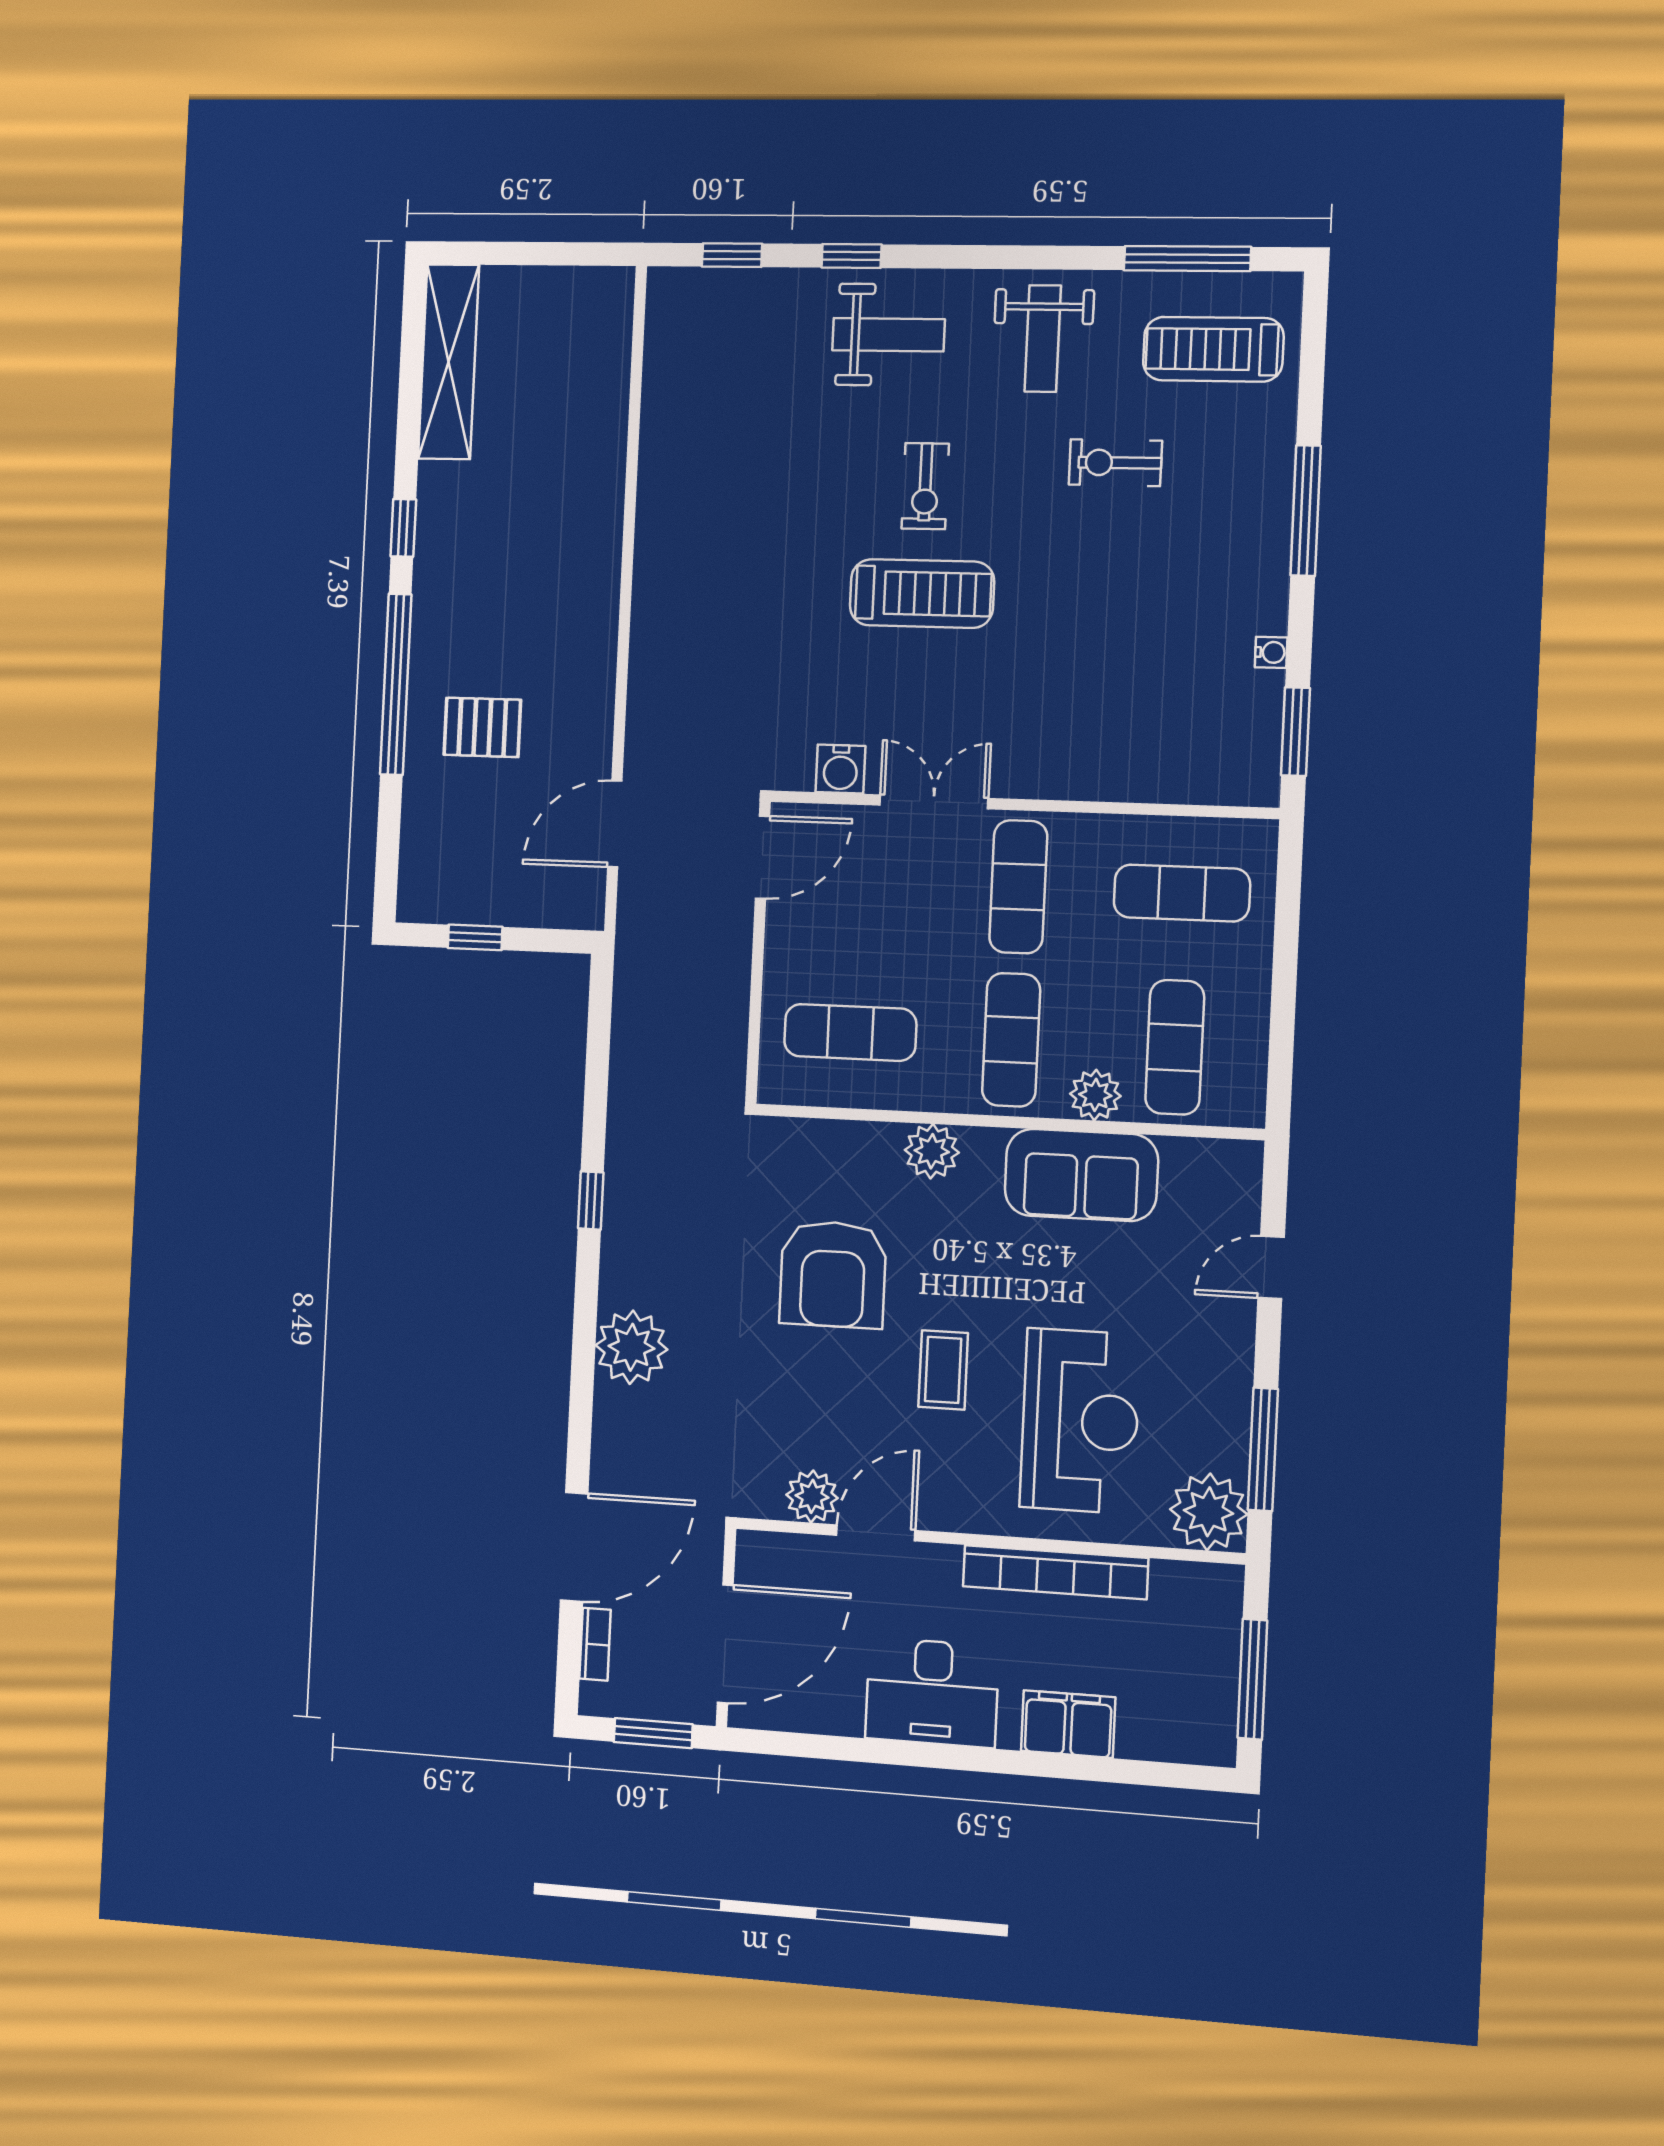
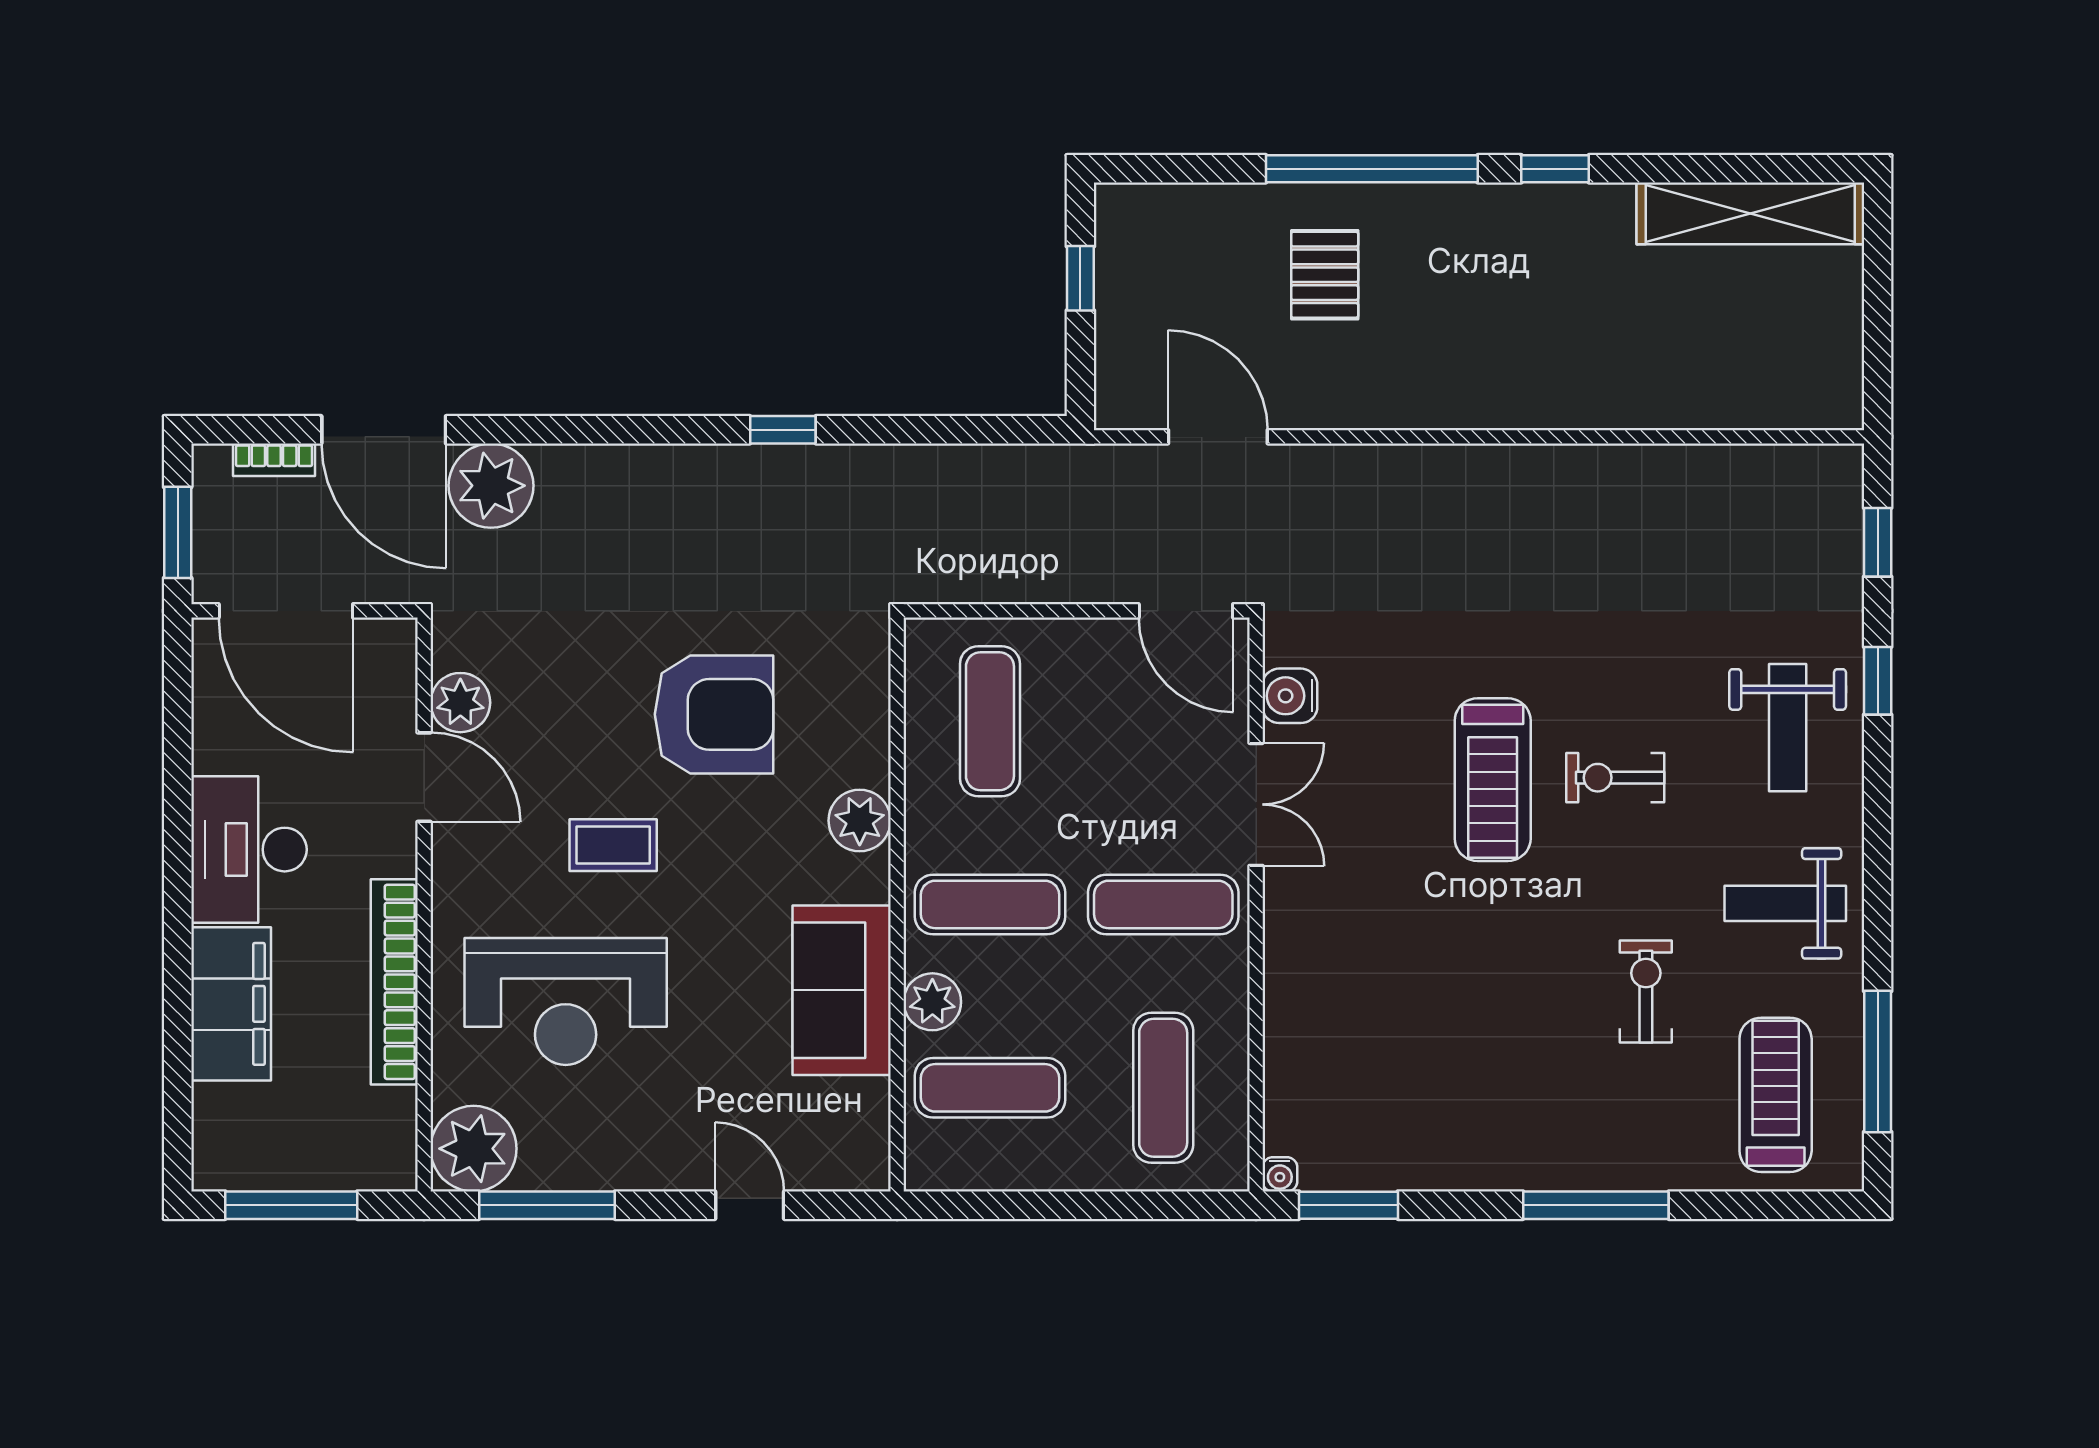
water cooler: (1271, 652) -> (1280, 1174), moved
armchair: (833, 1274) -> (714, 714), turned 180
plant: (631, 1347) -> (491, 486), moved
filing cabinet: (1068, 1724) -> (231, 1004), width x1.50, depth x1.17

